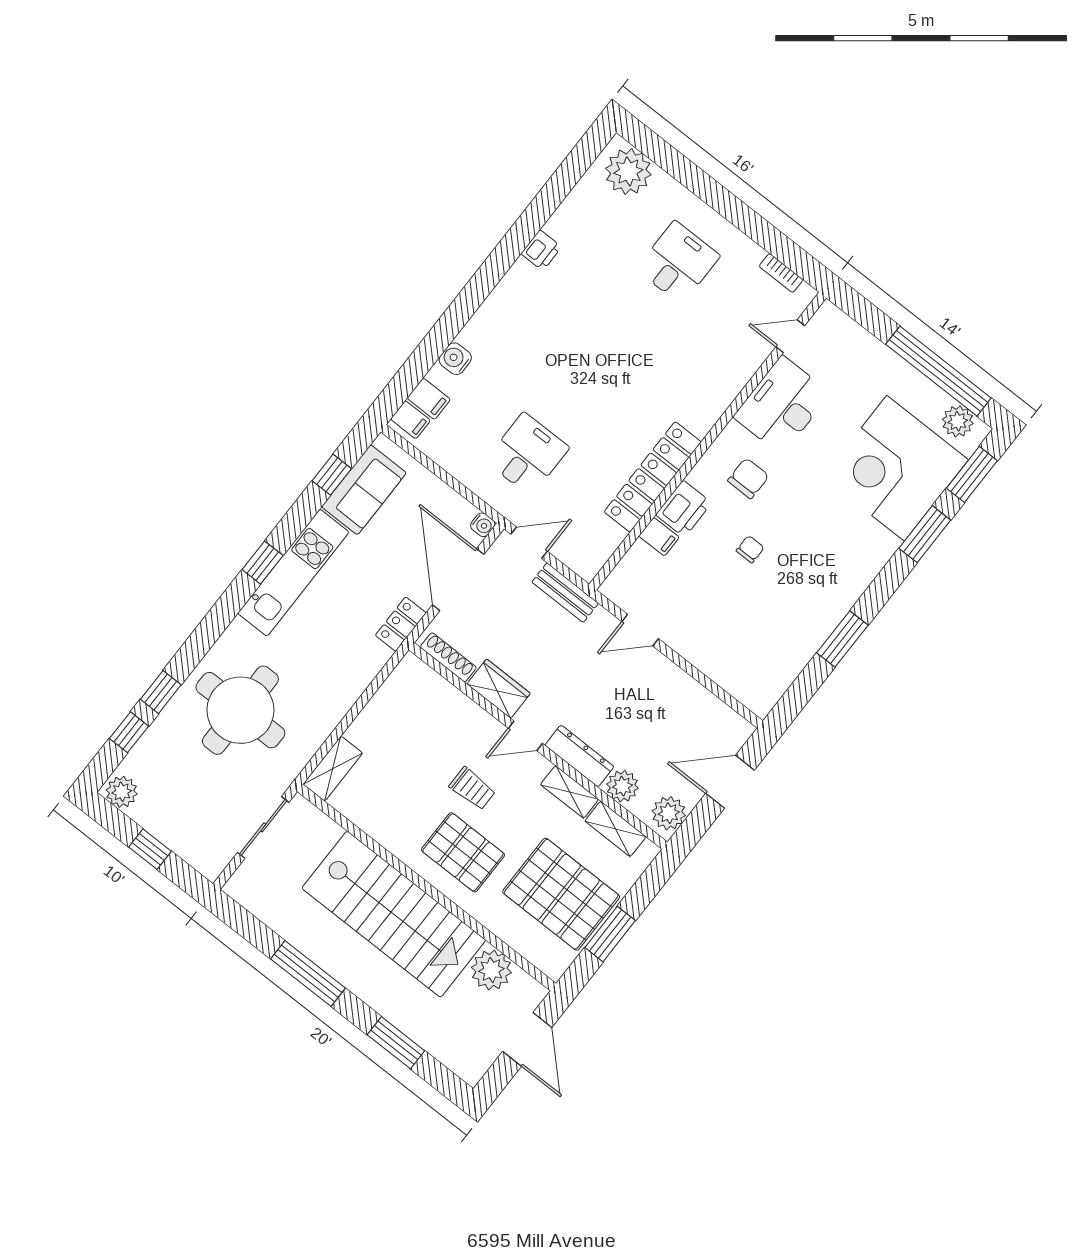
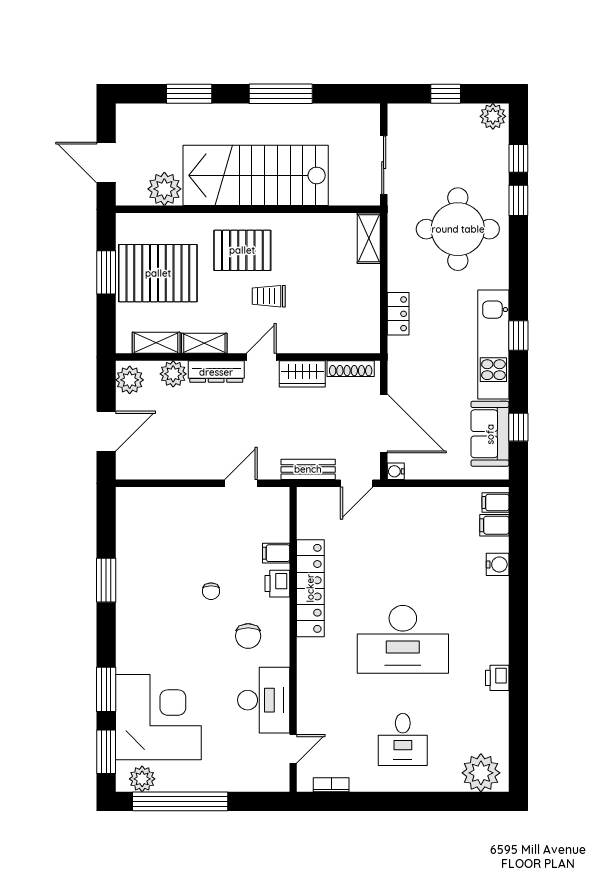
desk: (527, 454) -> (403, 639), moved, width x1.87, depth x1.30
printer: (684, 509) -> (277, 584), width x0.73, depth x0.81
locker: (401, 624) -> (398, 314), moved

